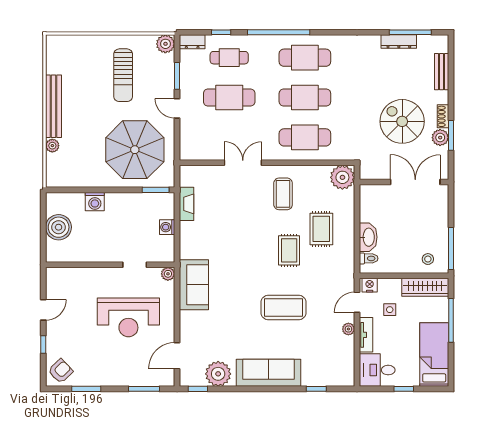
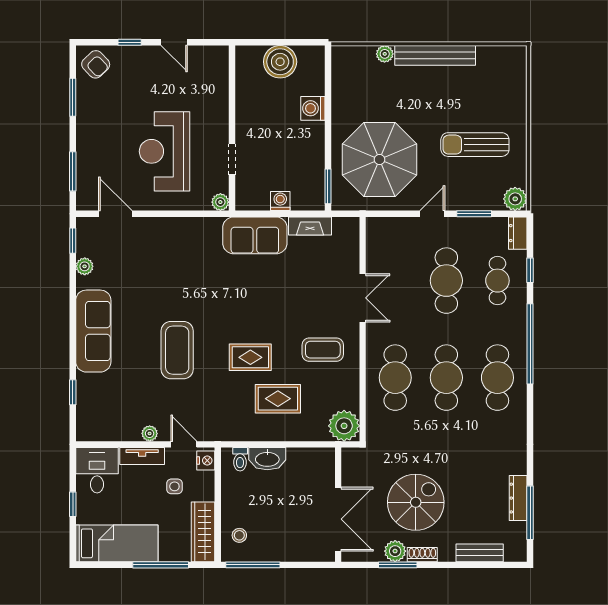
sofa: (194, 285) -> (255, 235), moved
plant: (218, 374) -> (85, 266), width x0.53, depth x0.53

